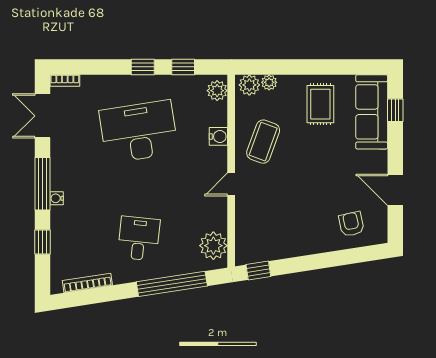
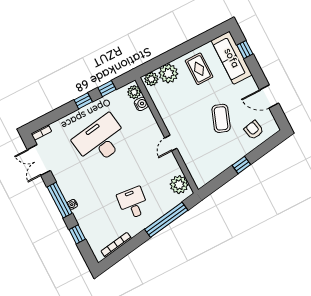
plant: (269, 82) -> (168, 73), width x1.87, depth x1.87
water cooler: (218, 136) -> (141, 104), moved
coffee table: (263, 142) -> (221, 118), moved
window: (258, 270) -> (241, 165), moved

